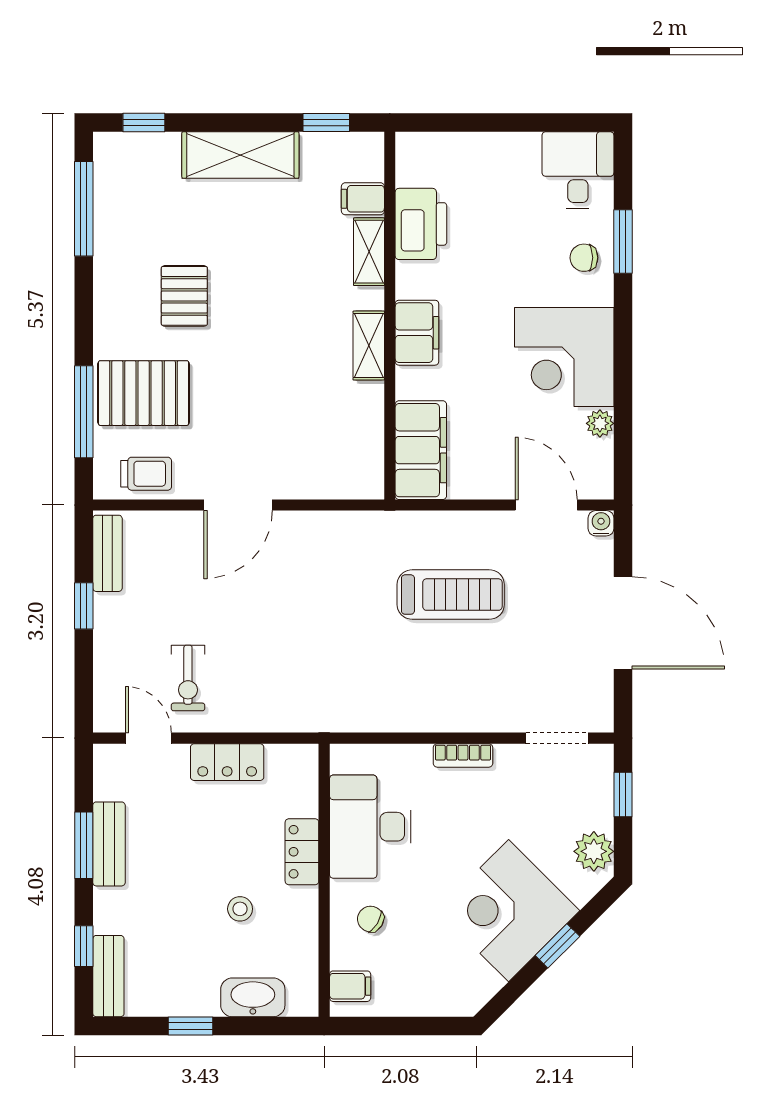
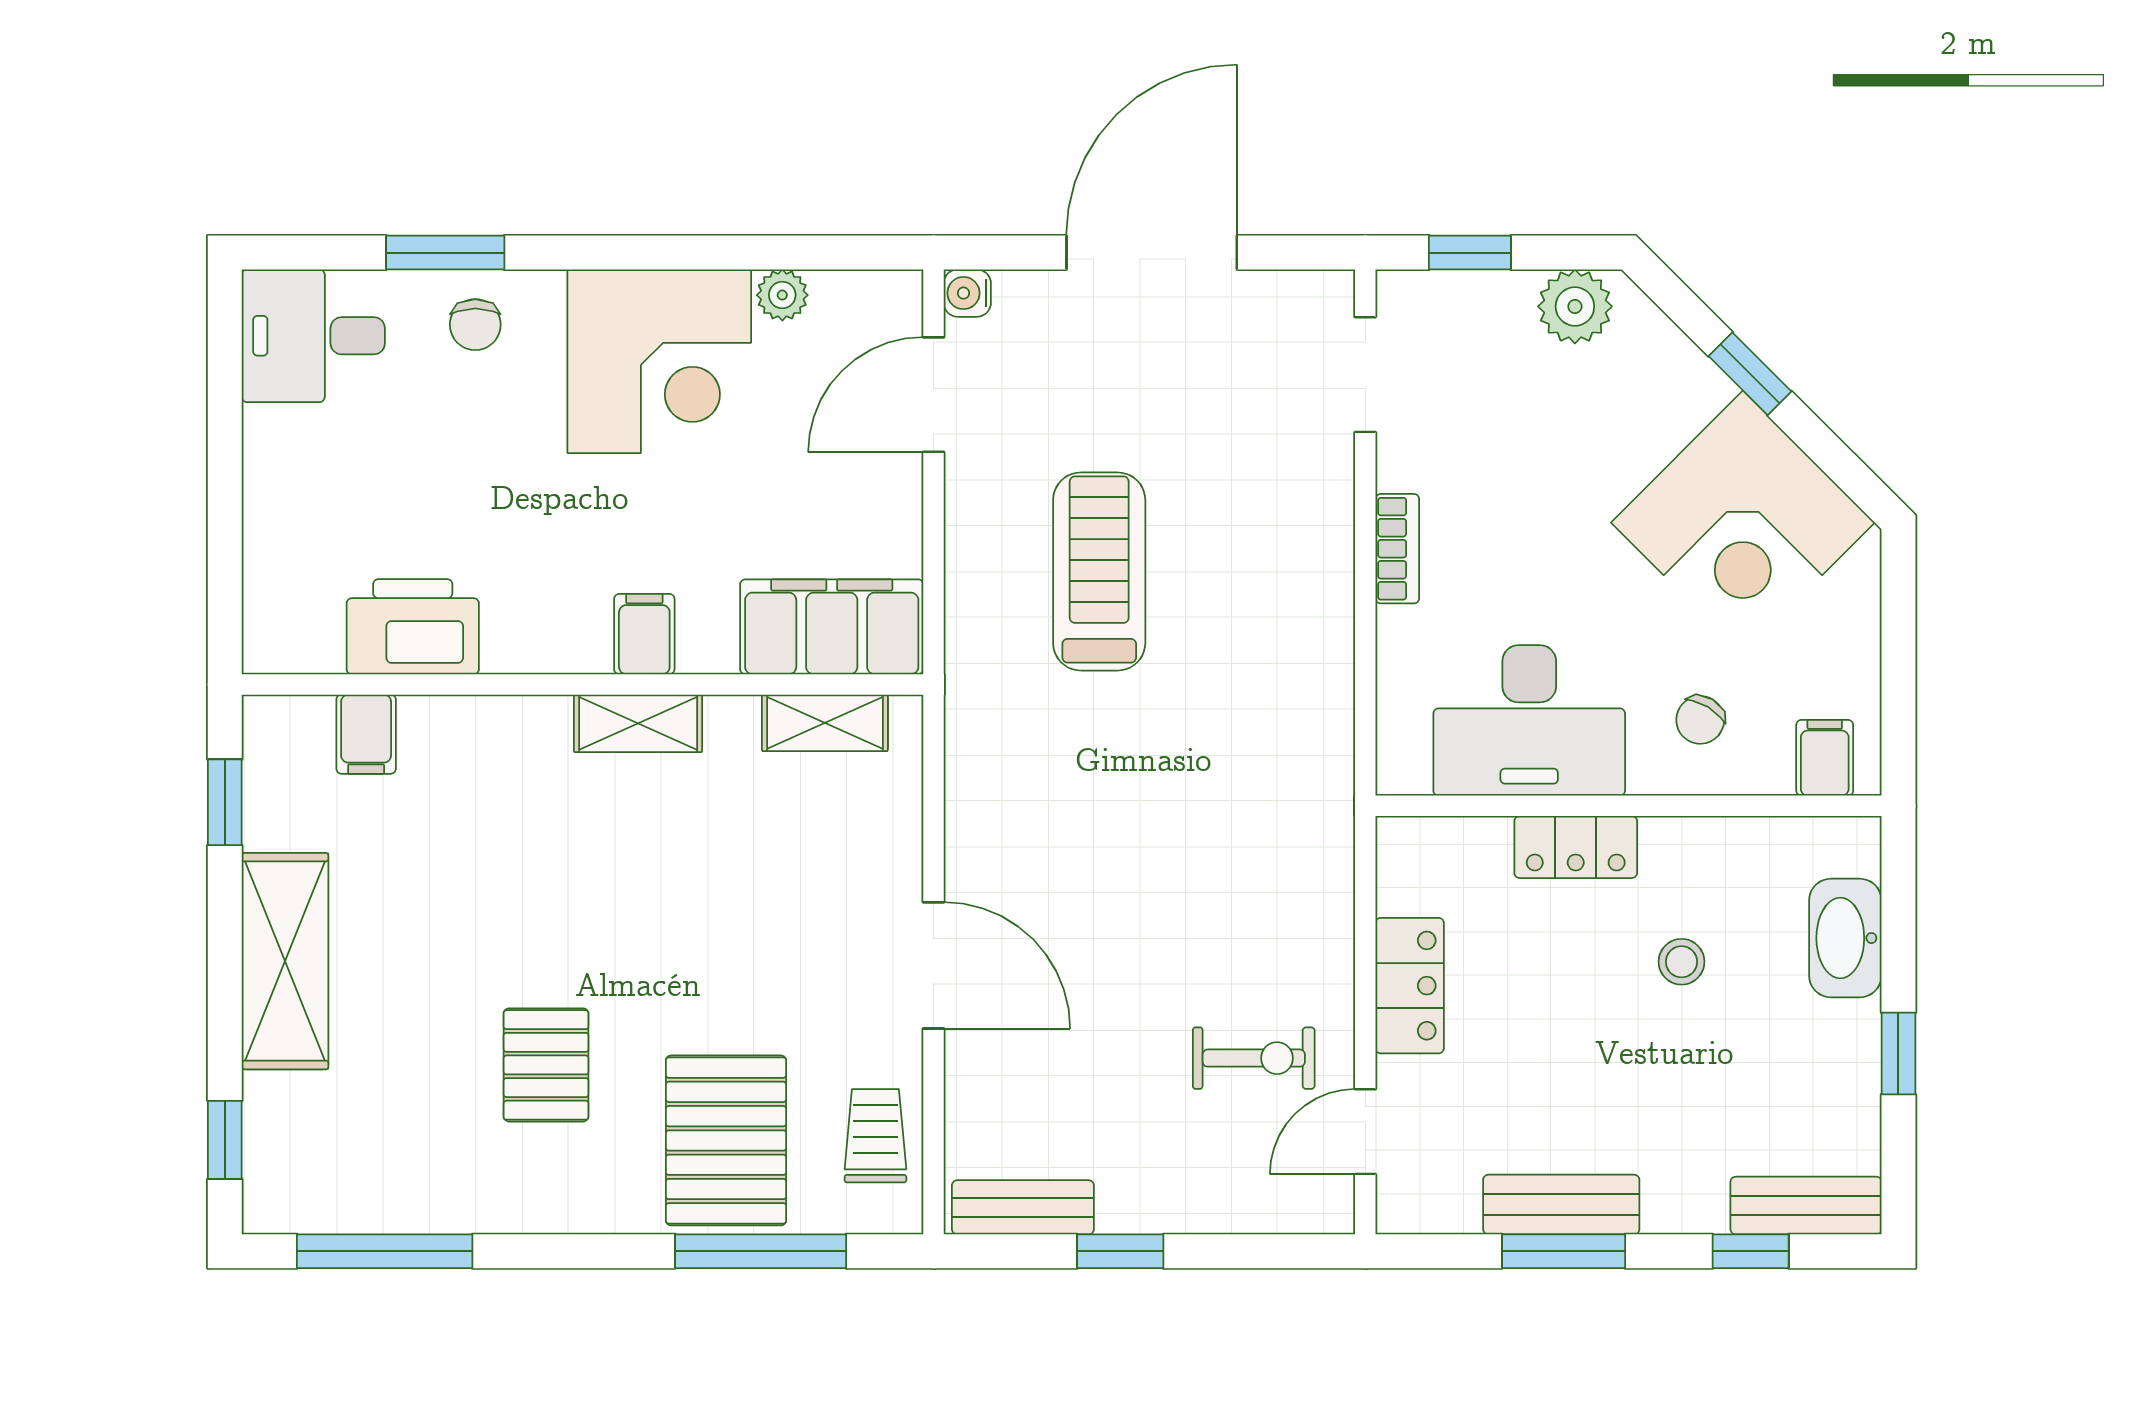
shelving: (369, 252) -> (825, 723), moved
pallet: (184, 296) -> (546, 1065), turned 90
filing cabinet: (417, 333) -> (644, 634), width x0.50
corner desk: (509, 911) -> (1743, 523), moved

